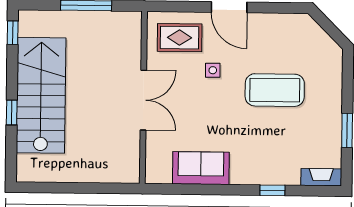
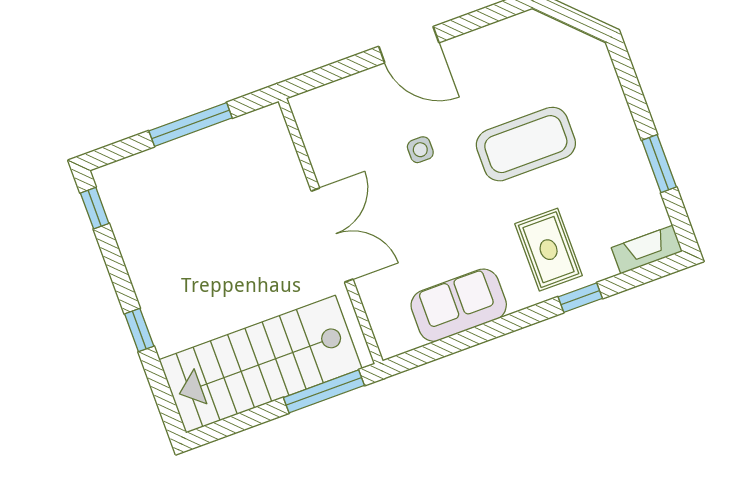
rug: (180, 38) -> (549, 250), moved, turned 90
stairs: (41, 95) -> (261, 364), moved, turned -90
window: (104, 188) -> (324, 391), added

